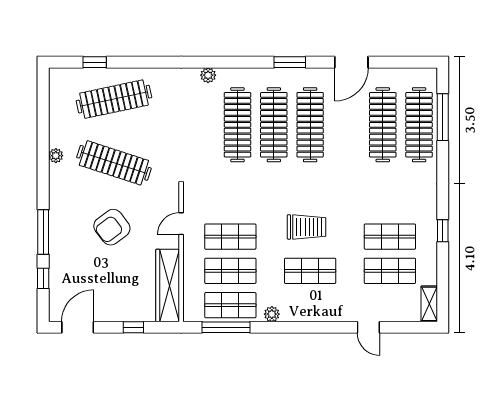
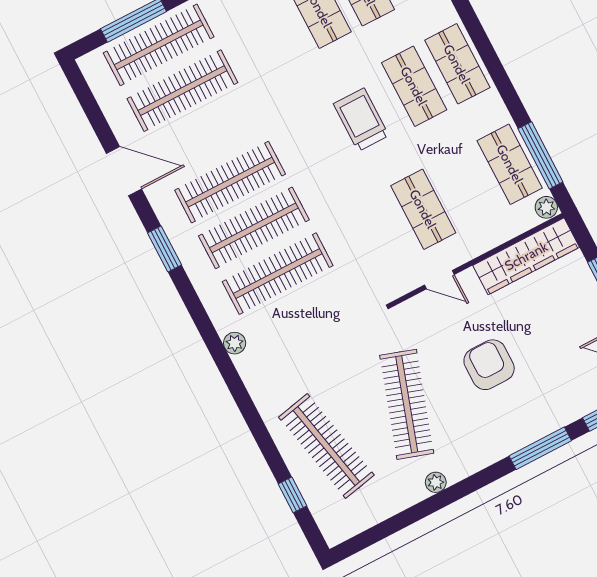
armchair: (112, 227) -> (489, 365), turned -143
shop shelf: (230, 271) -> (457, 64), moved
plant: (272, 314) -> (546, 207), moved

